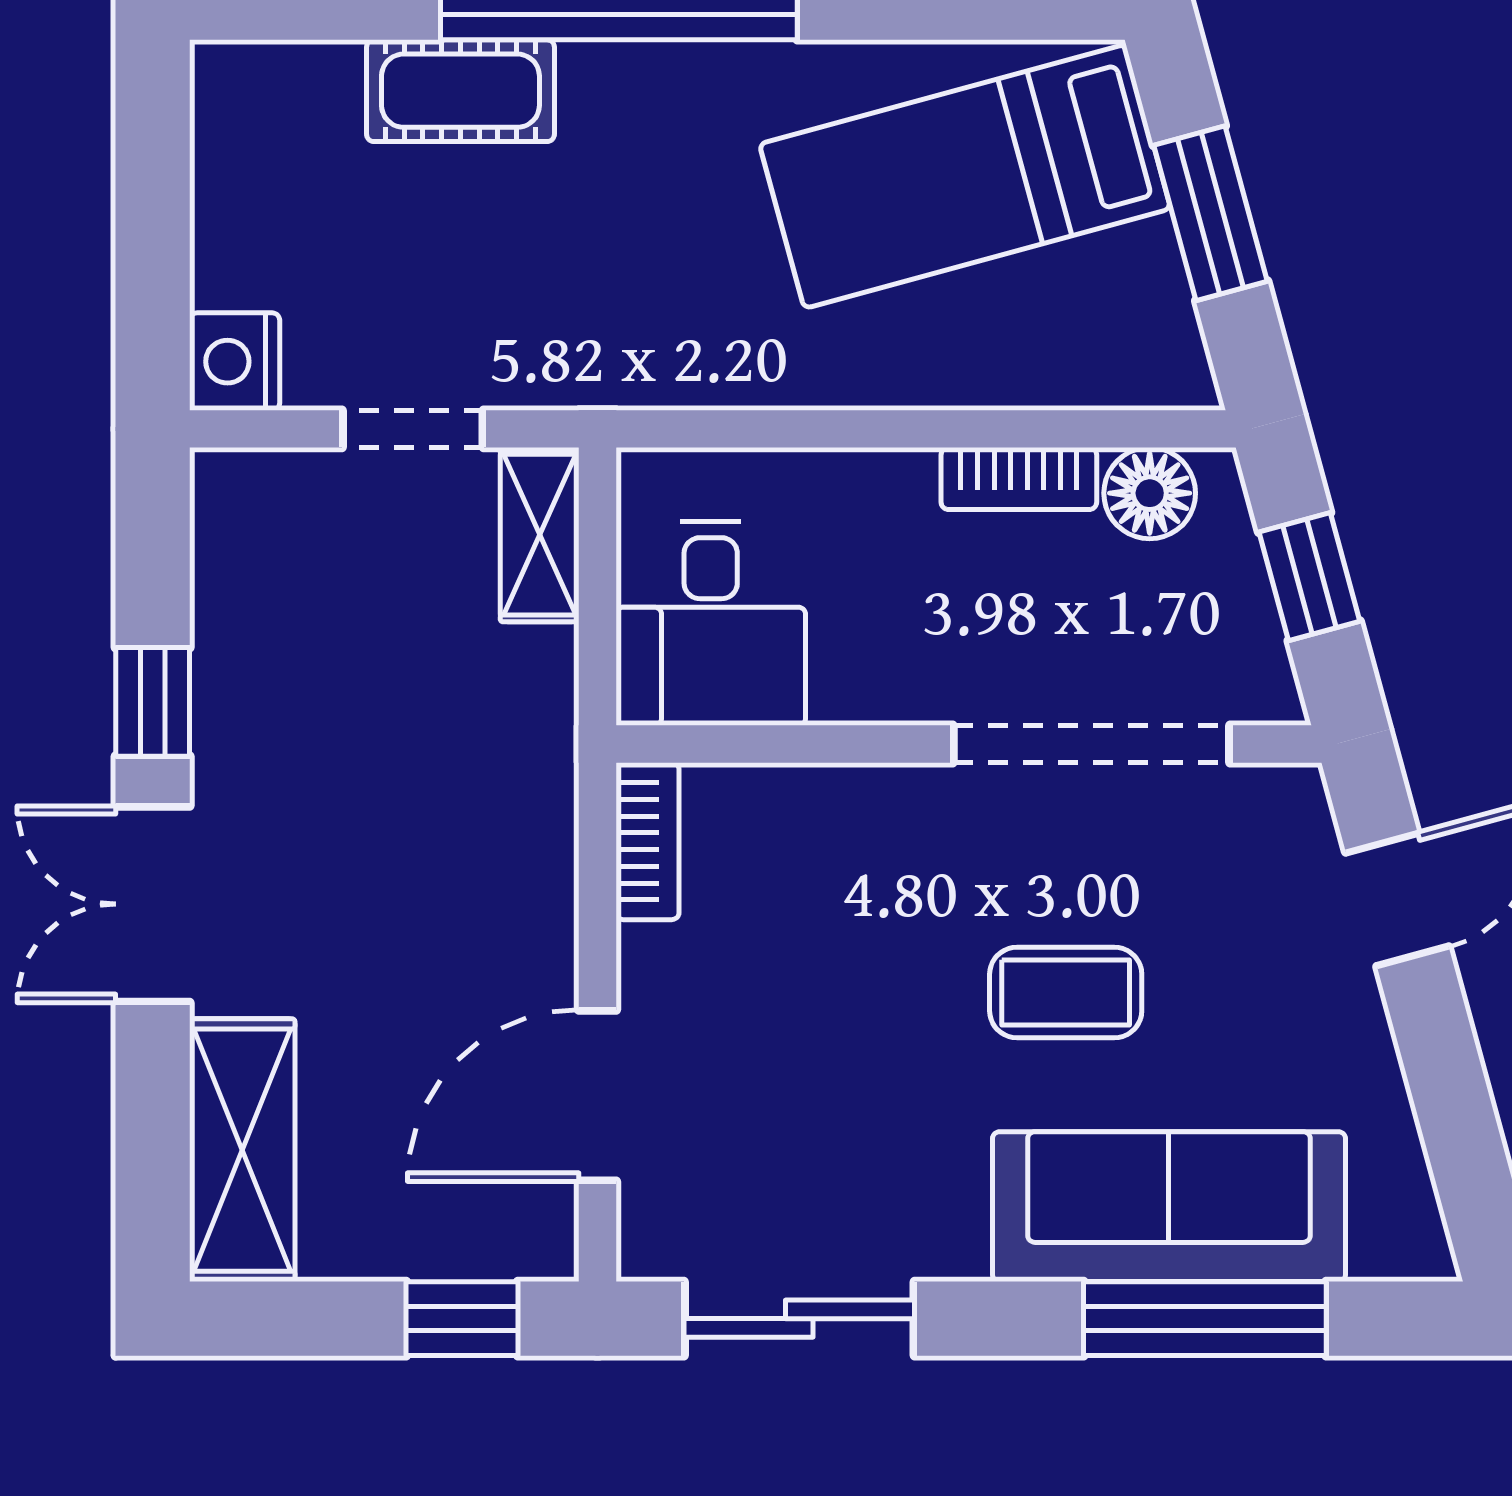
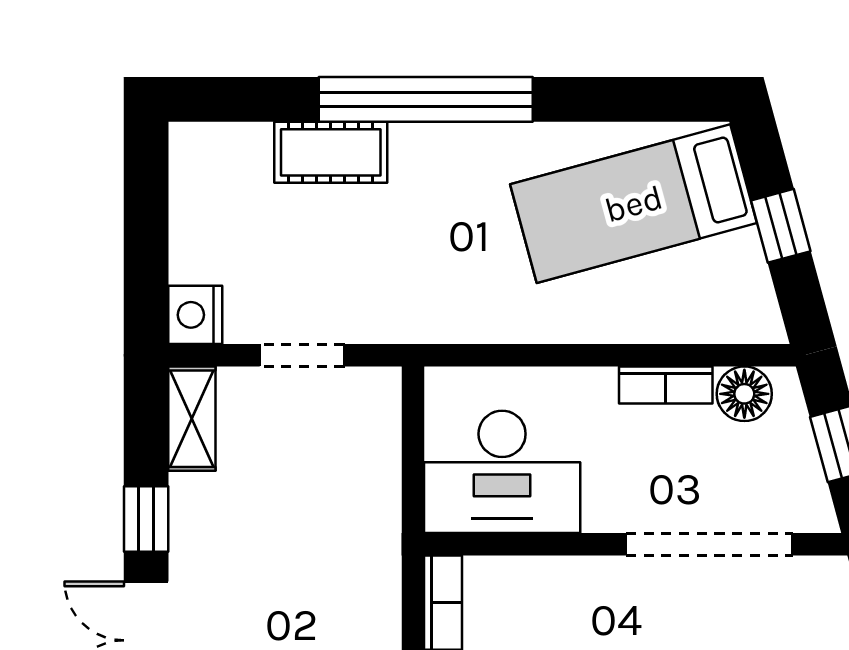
window: (1210, 213) -> (781, 226), width x0.67
shelving: (540, 535) -> (192, 419), moved
desk: (711, 623) -> (502, 472), width x1.37

